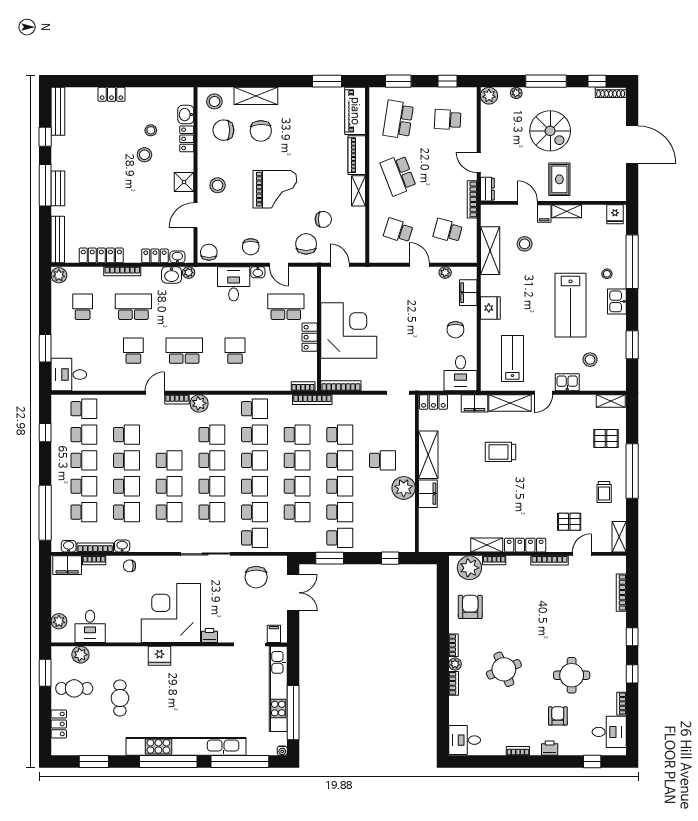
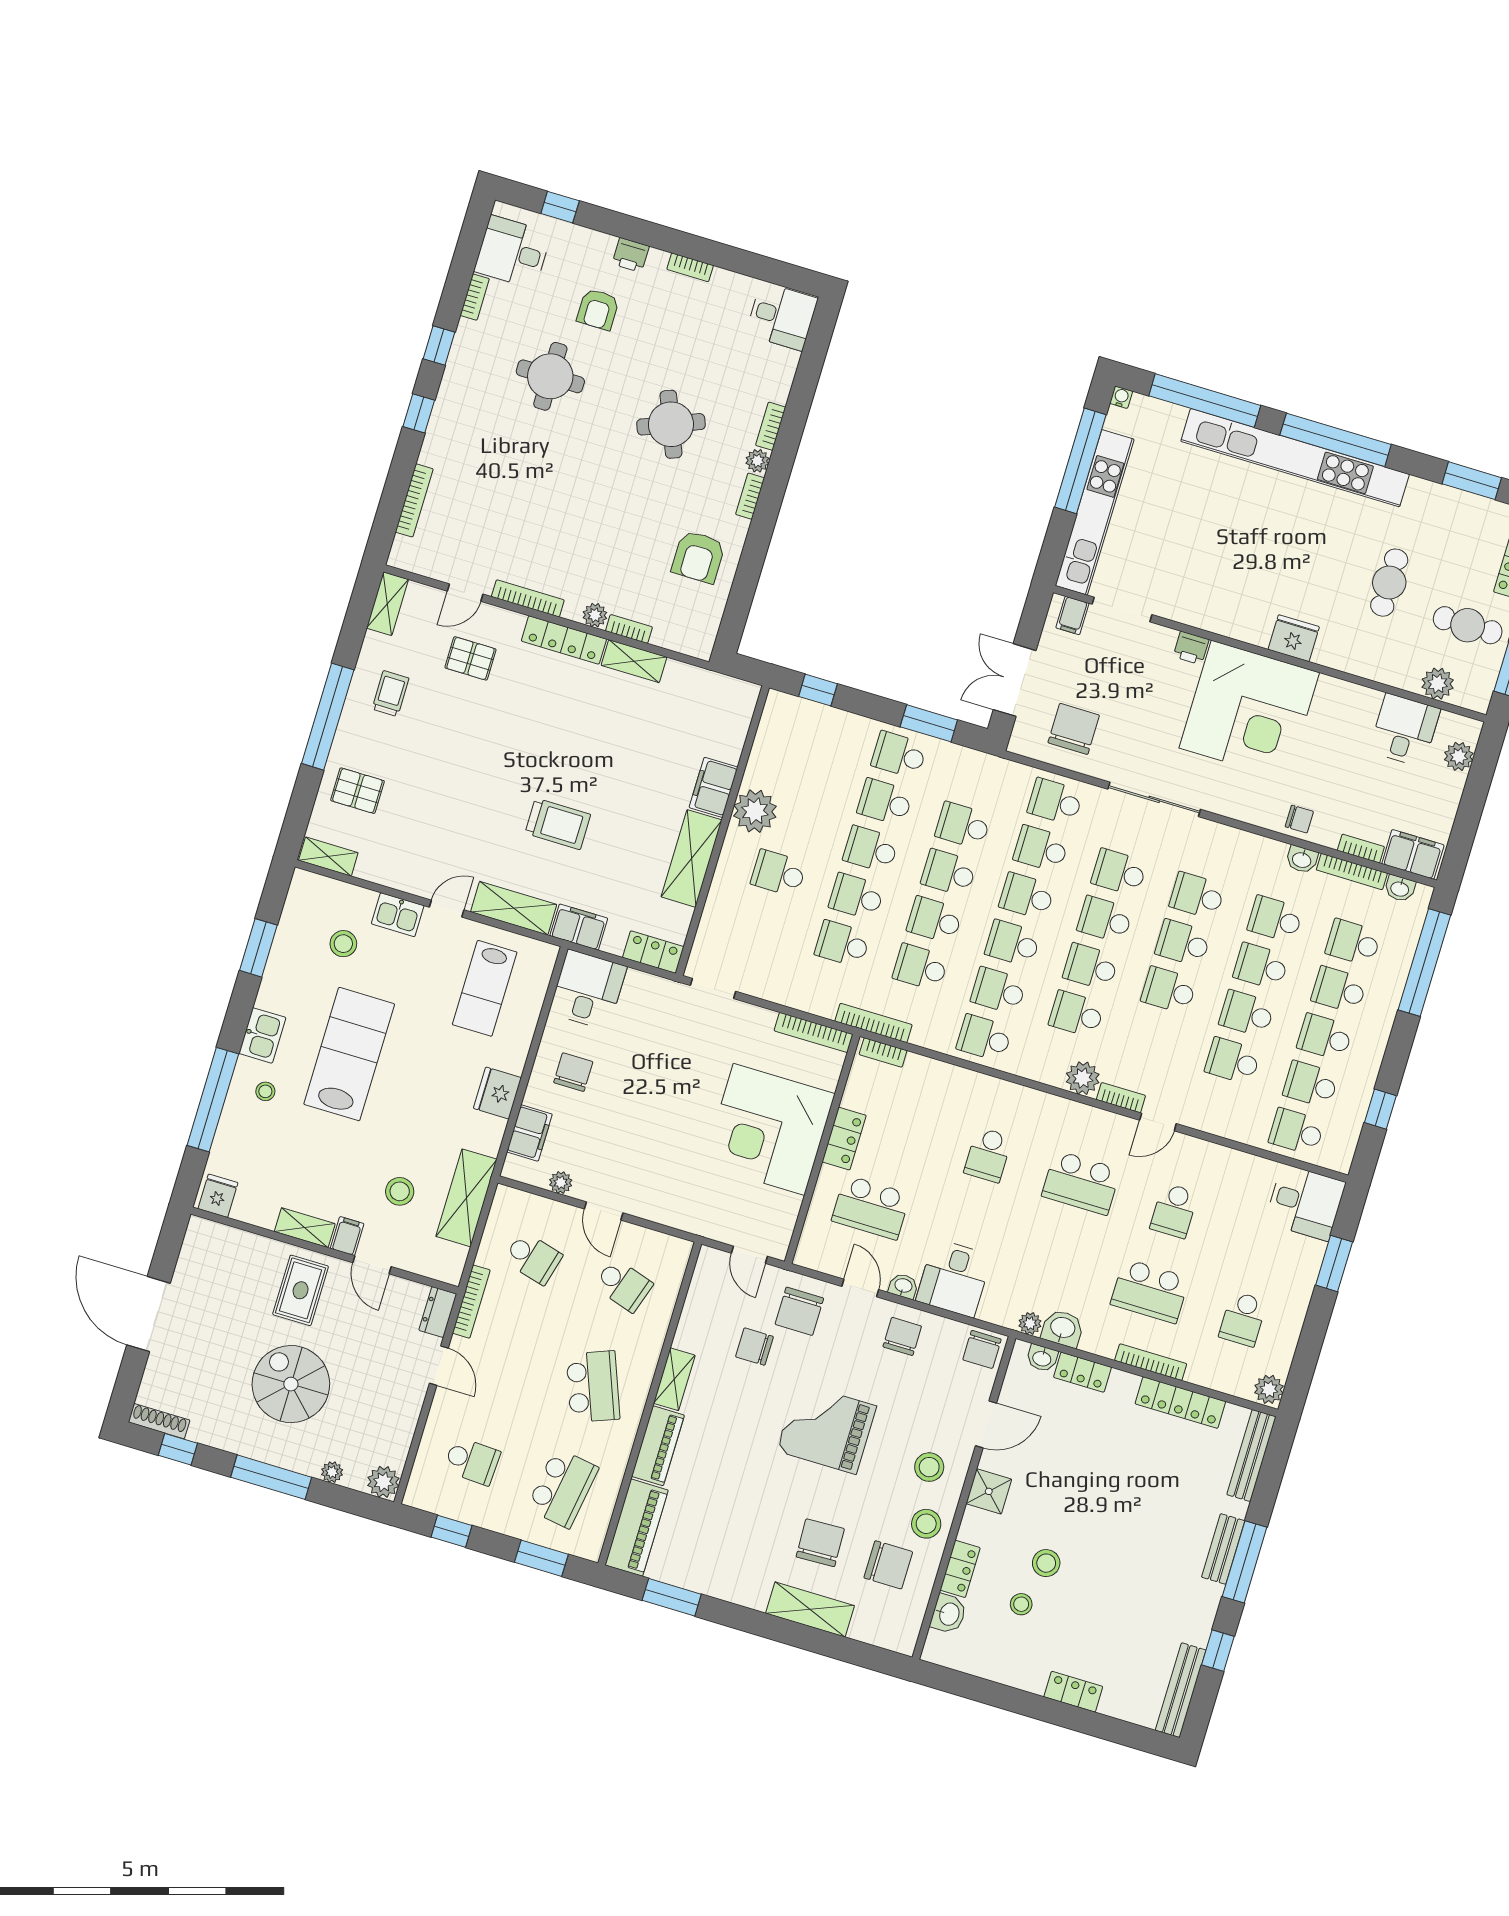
stool: (214, 101) -> (926, 1524), moved
plant: (469, 568) -> (595, 615), moved, width x0.53, depth x0.53

